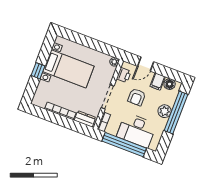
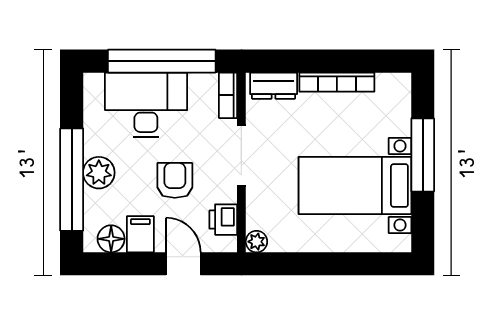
door: (146, 64) -> (183, 264), hinge flipped
window: (38, 71) -> (423, 155), width x2.17

